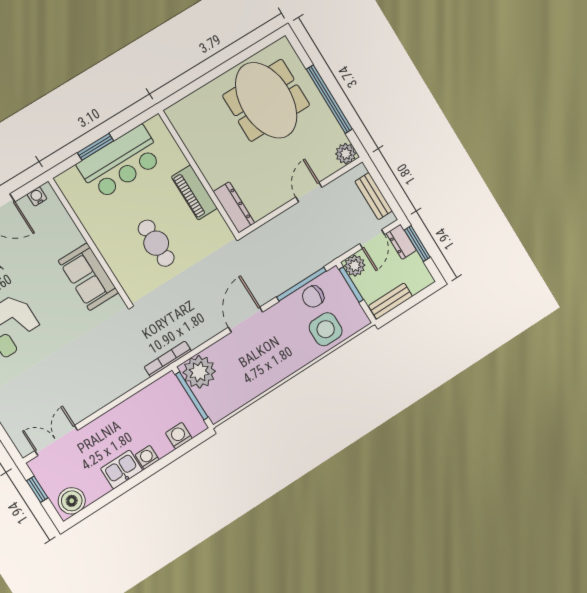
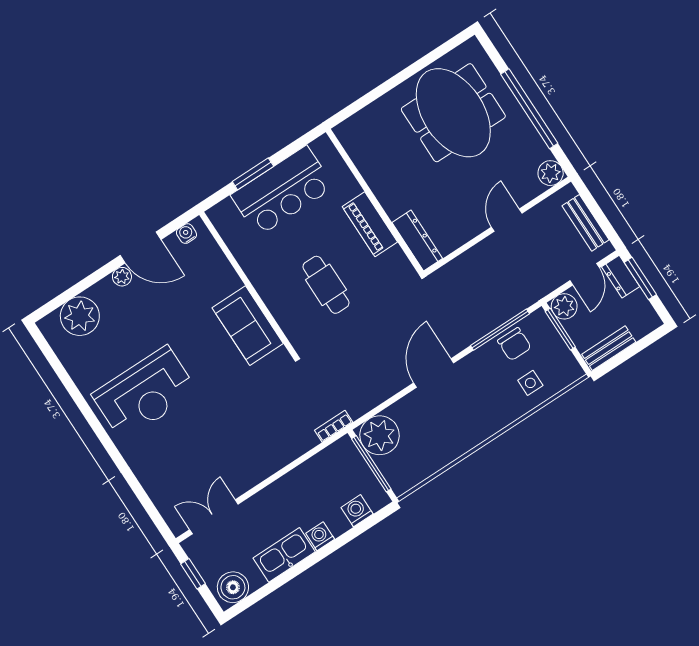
chair: (313, 296) -> (514, 344), turned -90
side table: (326, 329) -> (530, 383), width x0.54, depth x0.54
bookcase: (168, 359) -> (334, 426), width x0.64
kitchen sink: (122, 470) -> (284, 555), width x1.38

